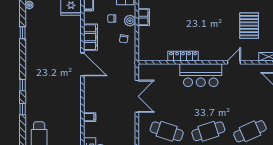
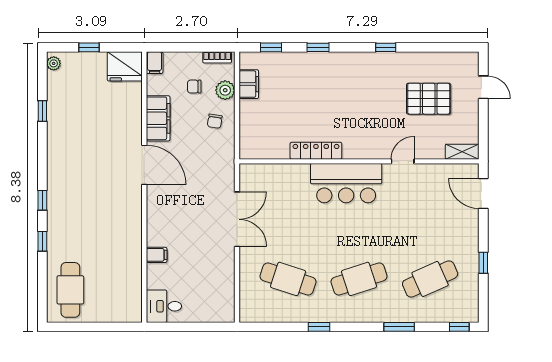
pallet: (249, 26) -> (429, 99), turned 90

